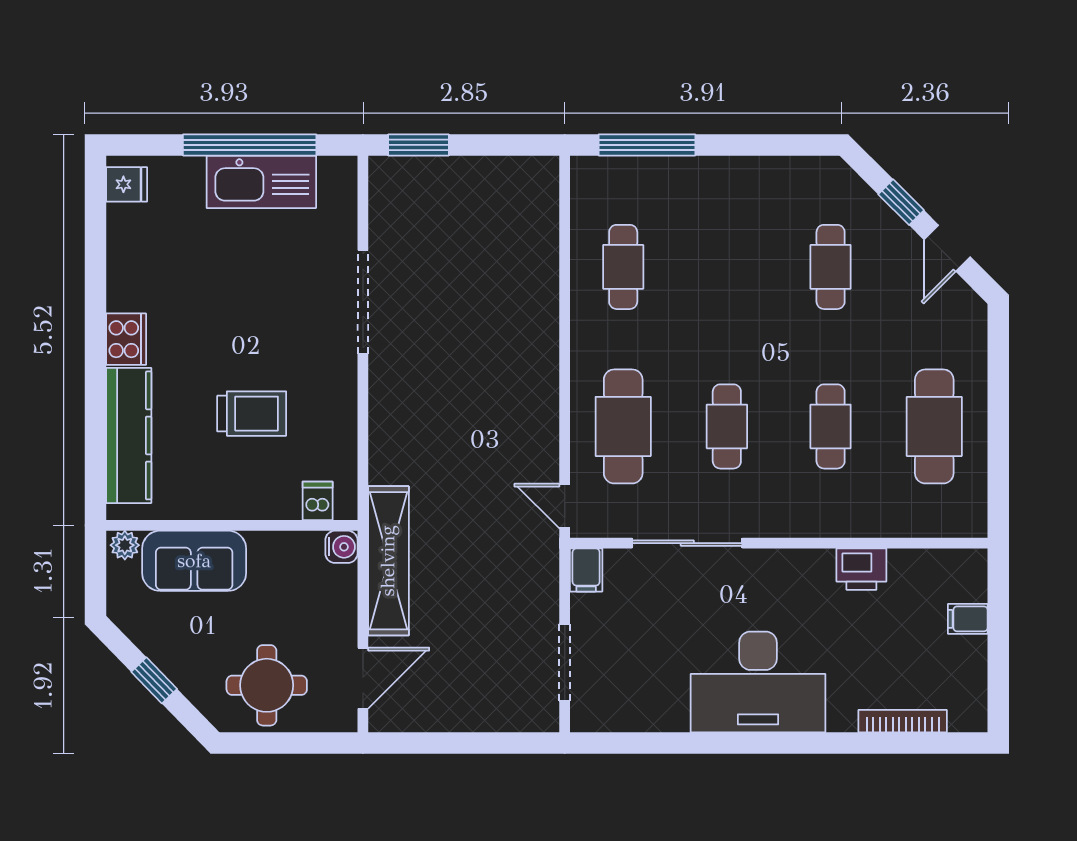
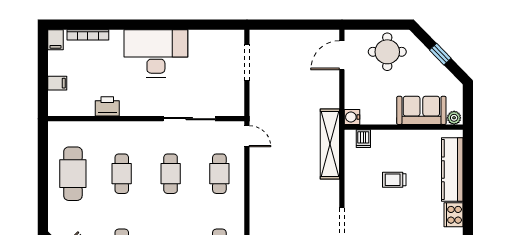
trolley: (252, 414) -> (394, 180), width x0.73, depth x0.72
cafe table: (623, 426) -> (219, 174), width x0.73, depth x0.74
shelving: (388, 561) -> (330, 144), moved
filing cabinet: (586, 570) -> (55, 40), moved, turned 180

